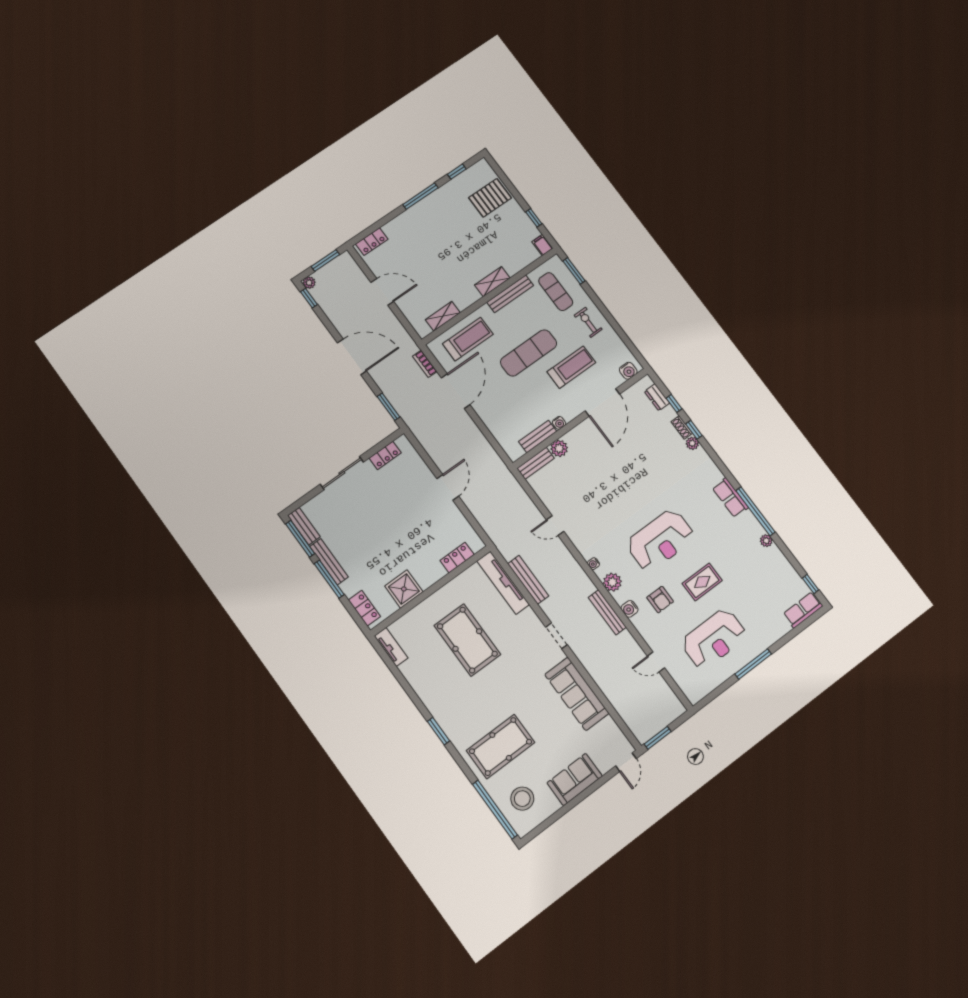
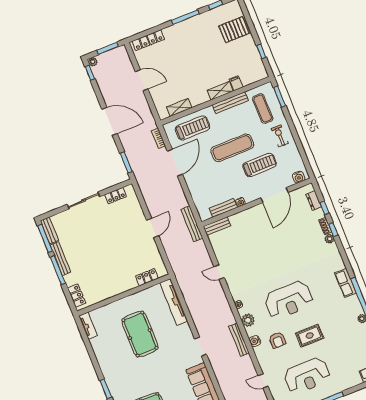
locker: (372, 242) -> (148, 40), width x1.53
filing cabinet: (542, 245) -> (236, 83), moved
plant: (559, 448) -> (236, 220), removed
bench: (528, 580) -> (192, 224), moved
shower: (404, 589) -> (106, 289), removed

